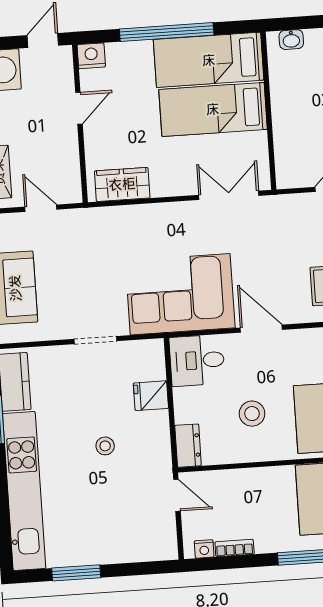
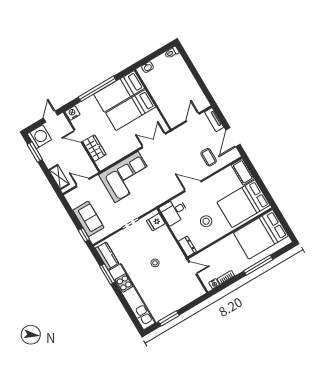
door: (79, 108) -> (78, 136), swing flipped
wardrobe: (122, 184) -> (94, 148), moved, turned 90
corner sofa: (180, 294) -> (127, 177), moved, turned 180
fridge: (151, 396) -> (156, 222), moved

